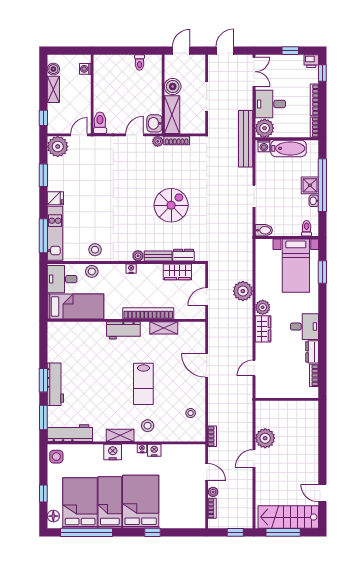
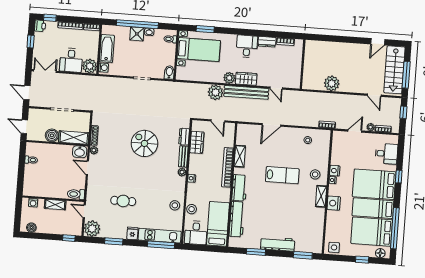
shelving: (53, 89) -> (55, 205), moved
bench: (246, 139) -> (246, 92), moved
cafe table: (96, 184) -> (123, 201), added
window: (43, 380) -> (256, 252), moved
workbench: (70, 433) -> (237, 219), moved, turned 180
door: (254, 458) -> (374, 95), moved
desk: (181, 515) -> (386, 154), added

